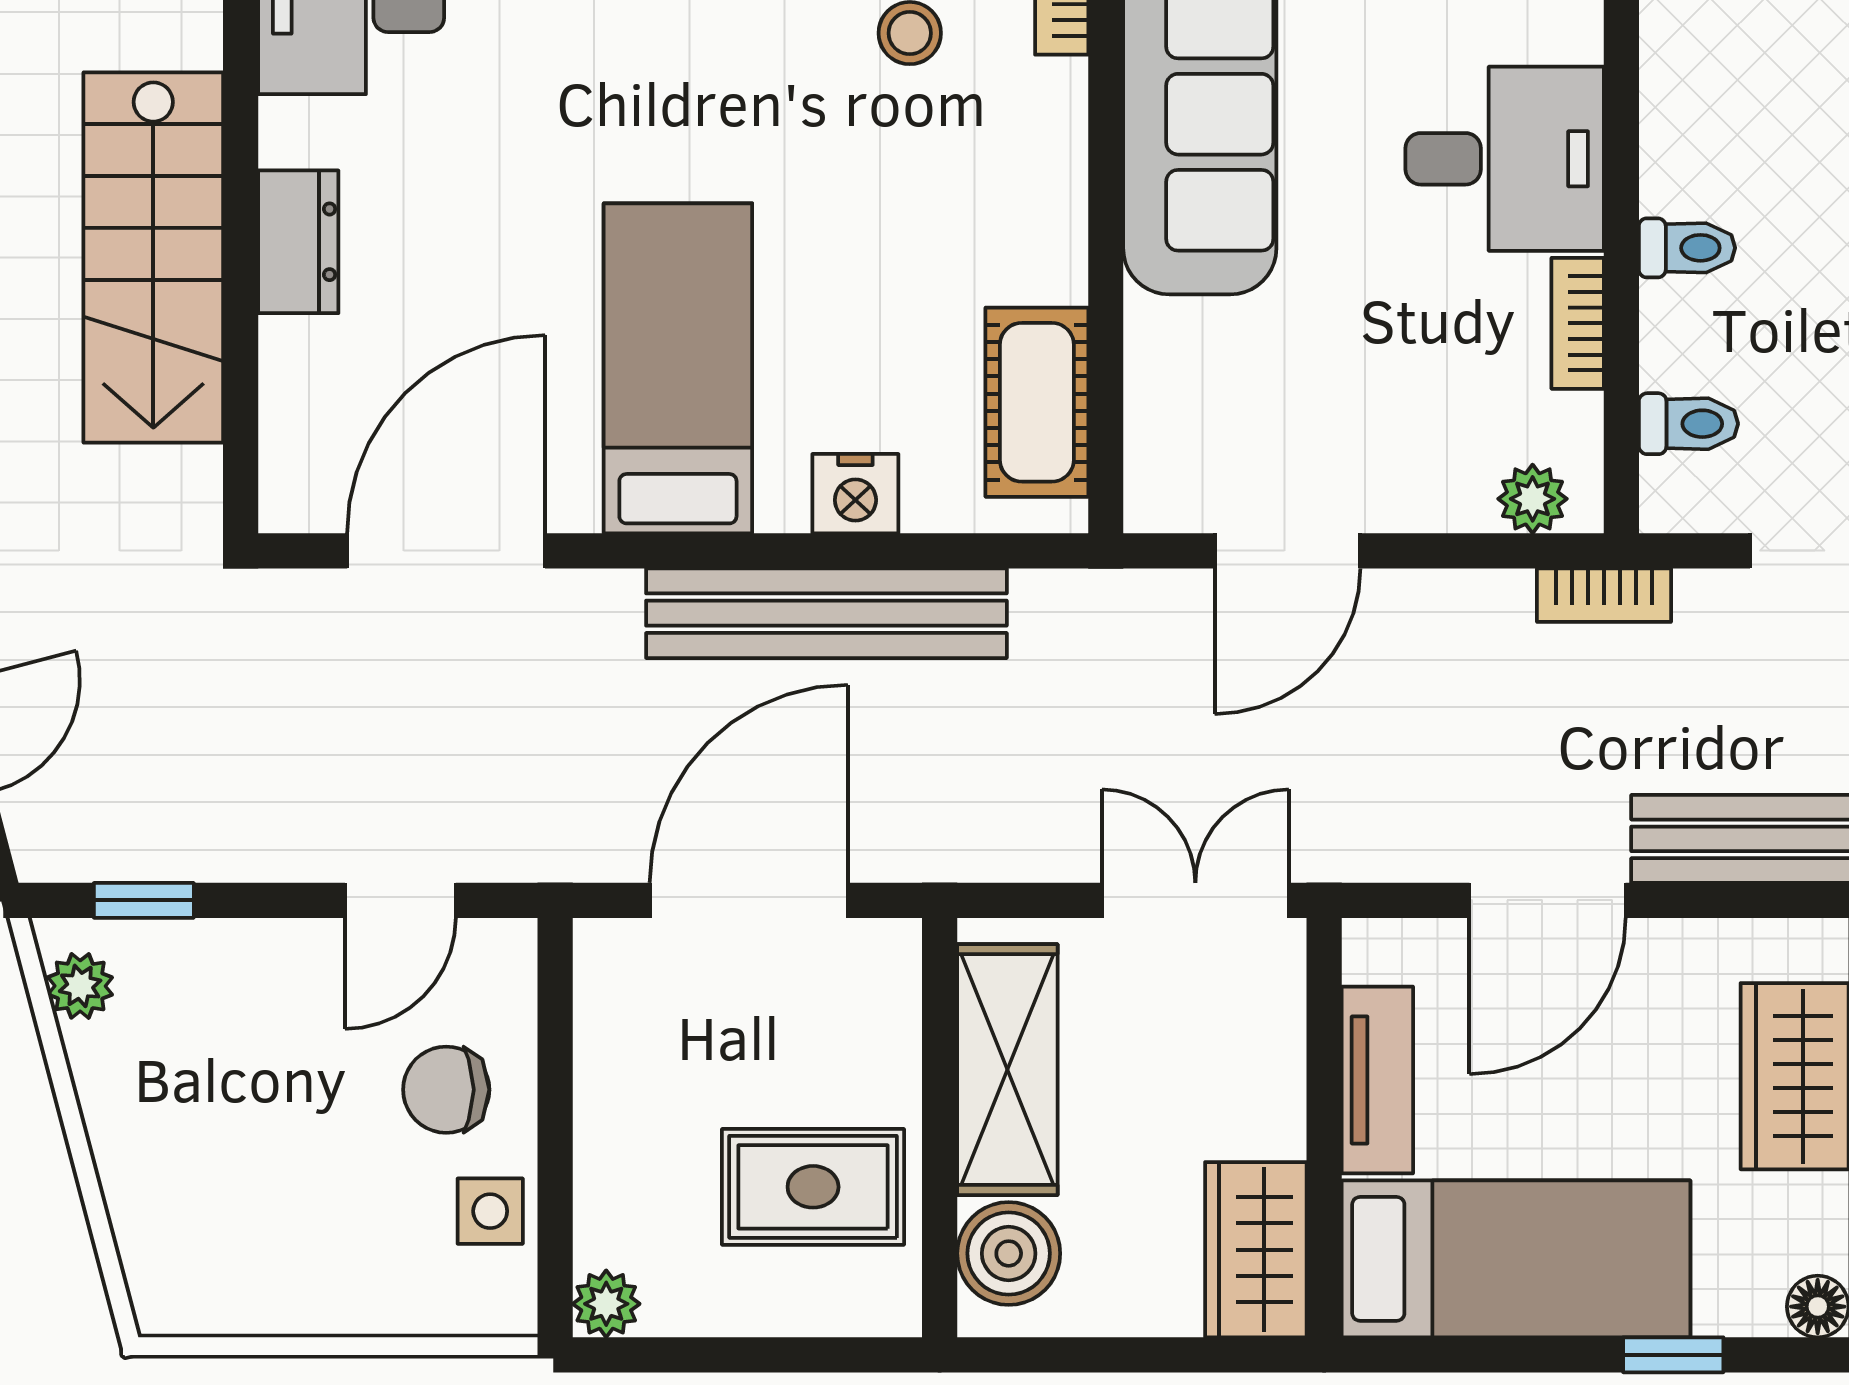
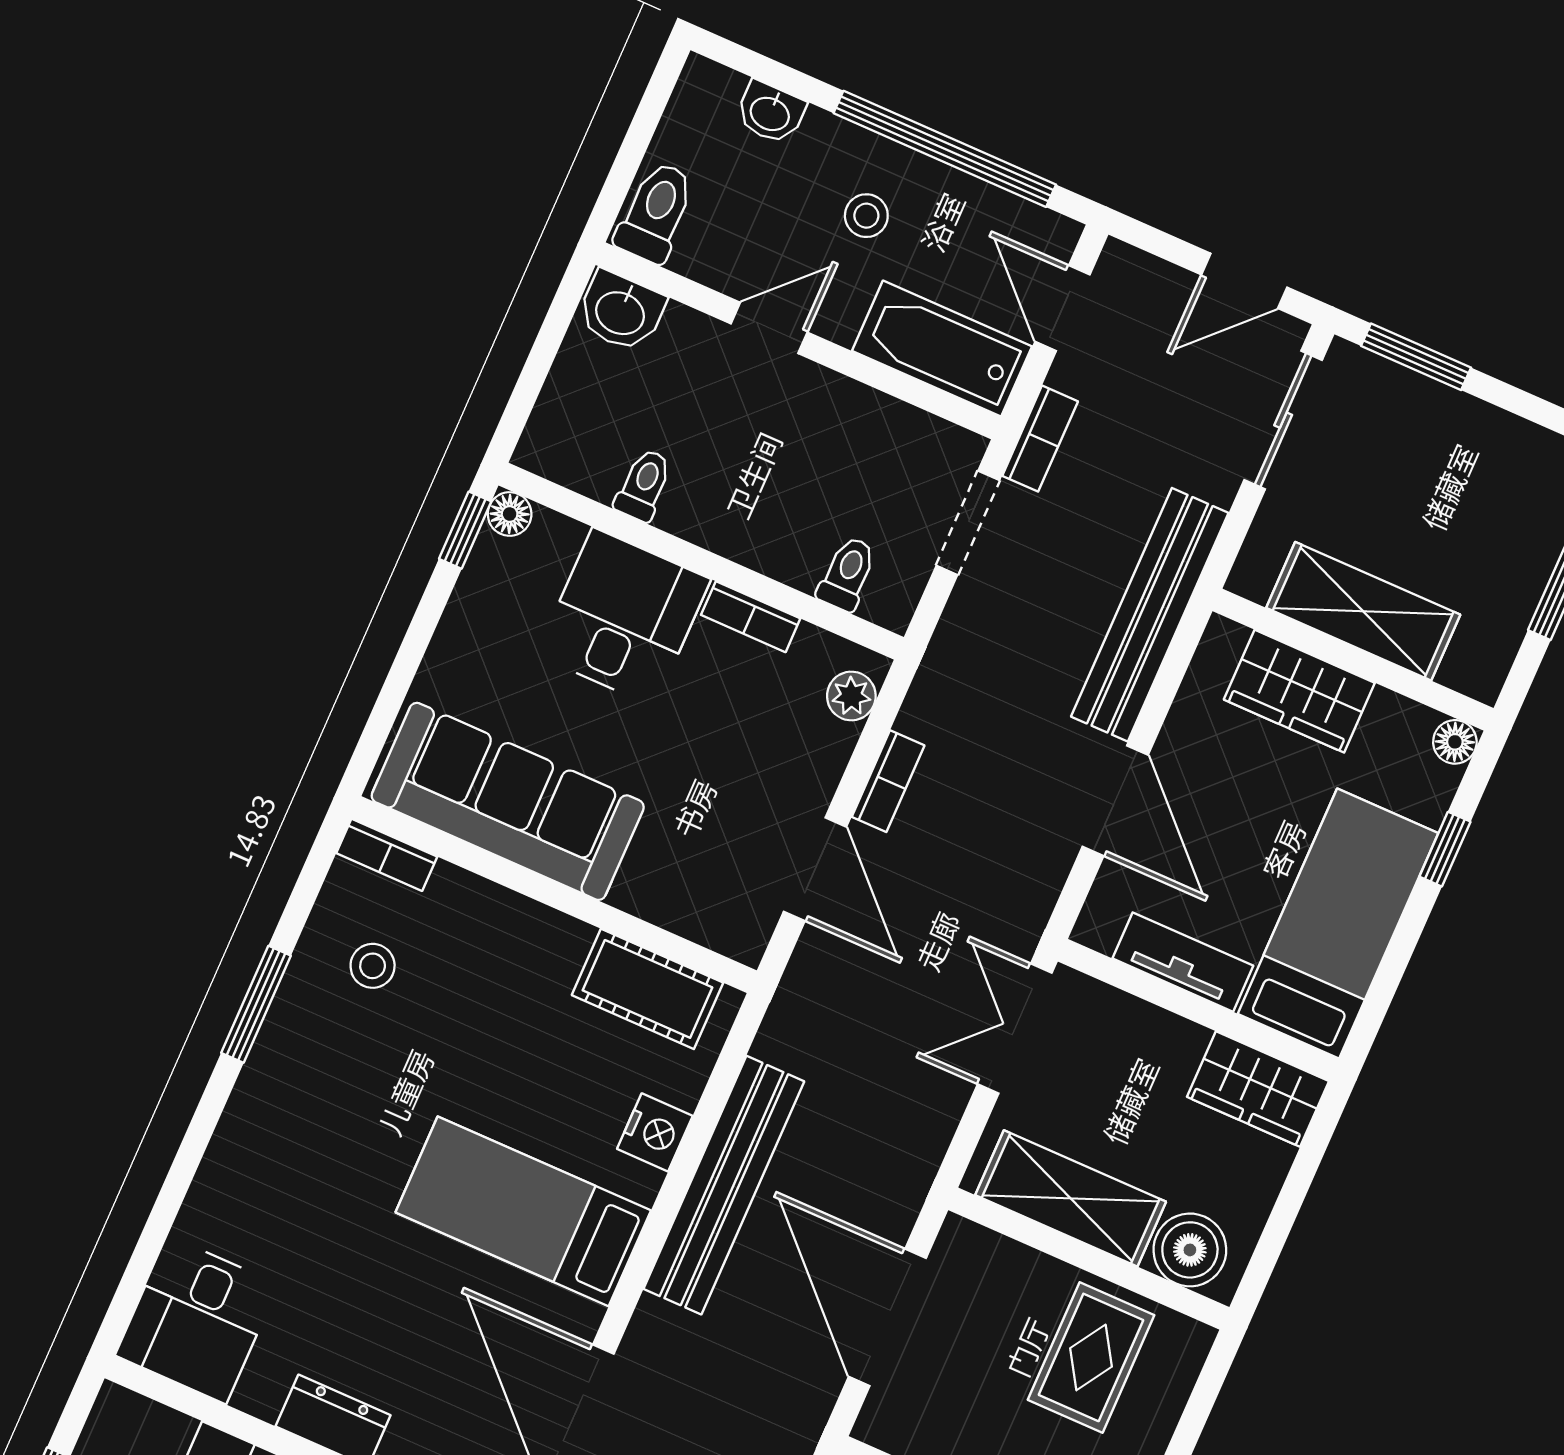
toilet: (1687, 248) -> (644, 485), moved
bookcase: (1604, 595) -> (888, 781), moved

